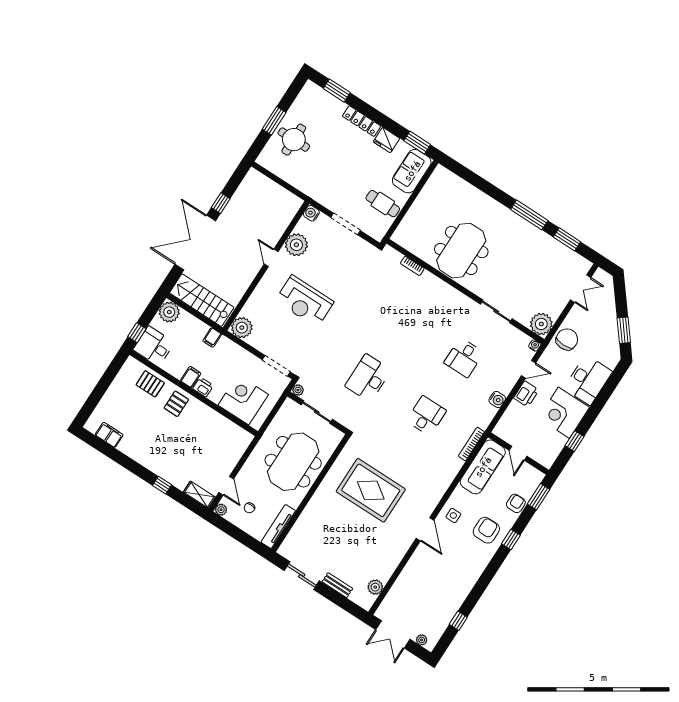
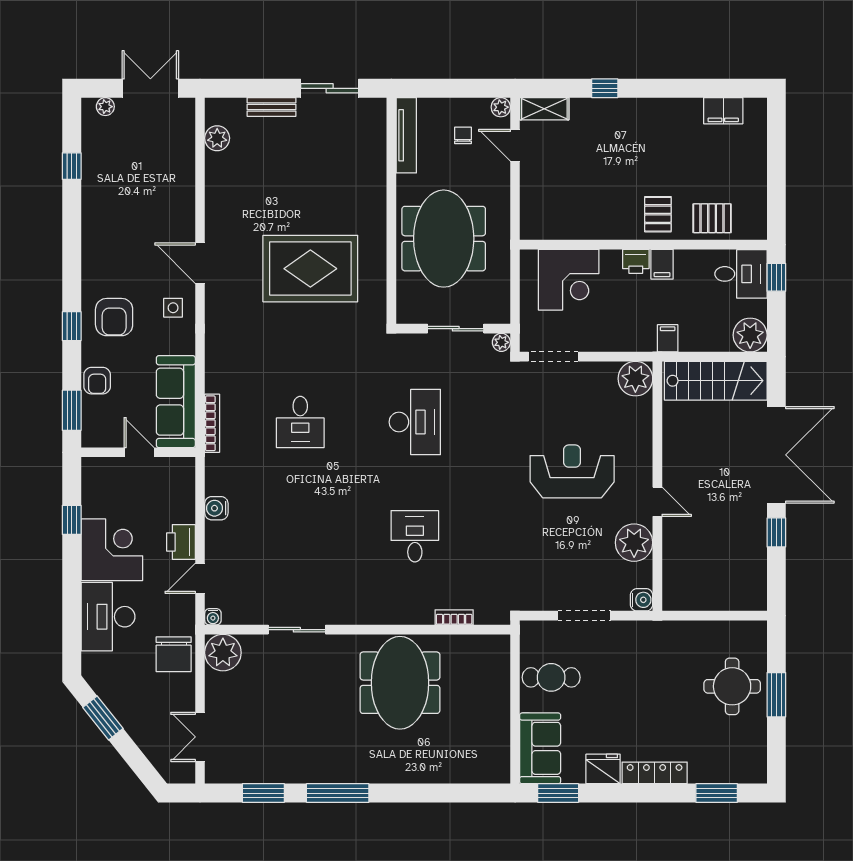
desk: (464, 358) -> (415, 536), moved

